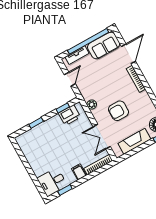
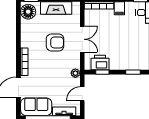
plant: (92, 104) -> (75, 73), moved
double door: (102, 137) -> (82, 39), moved

